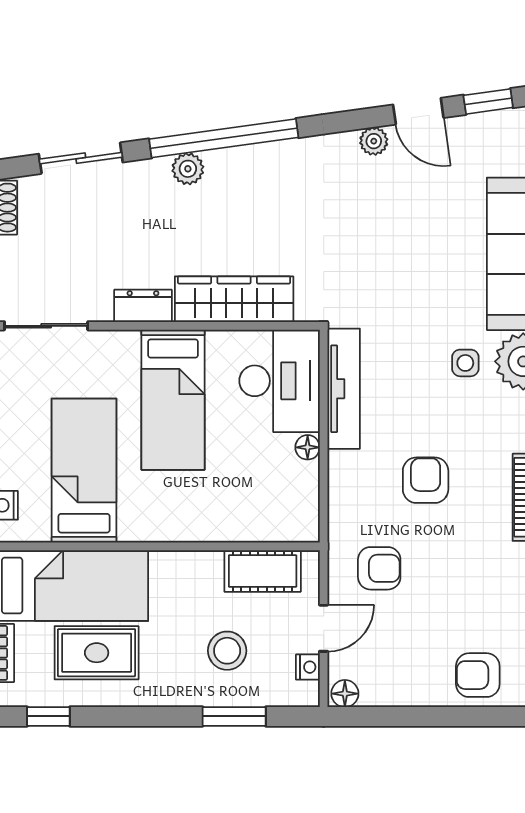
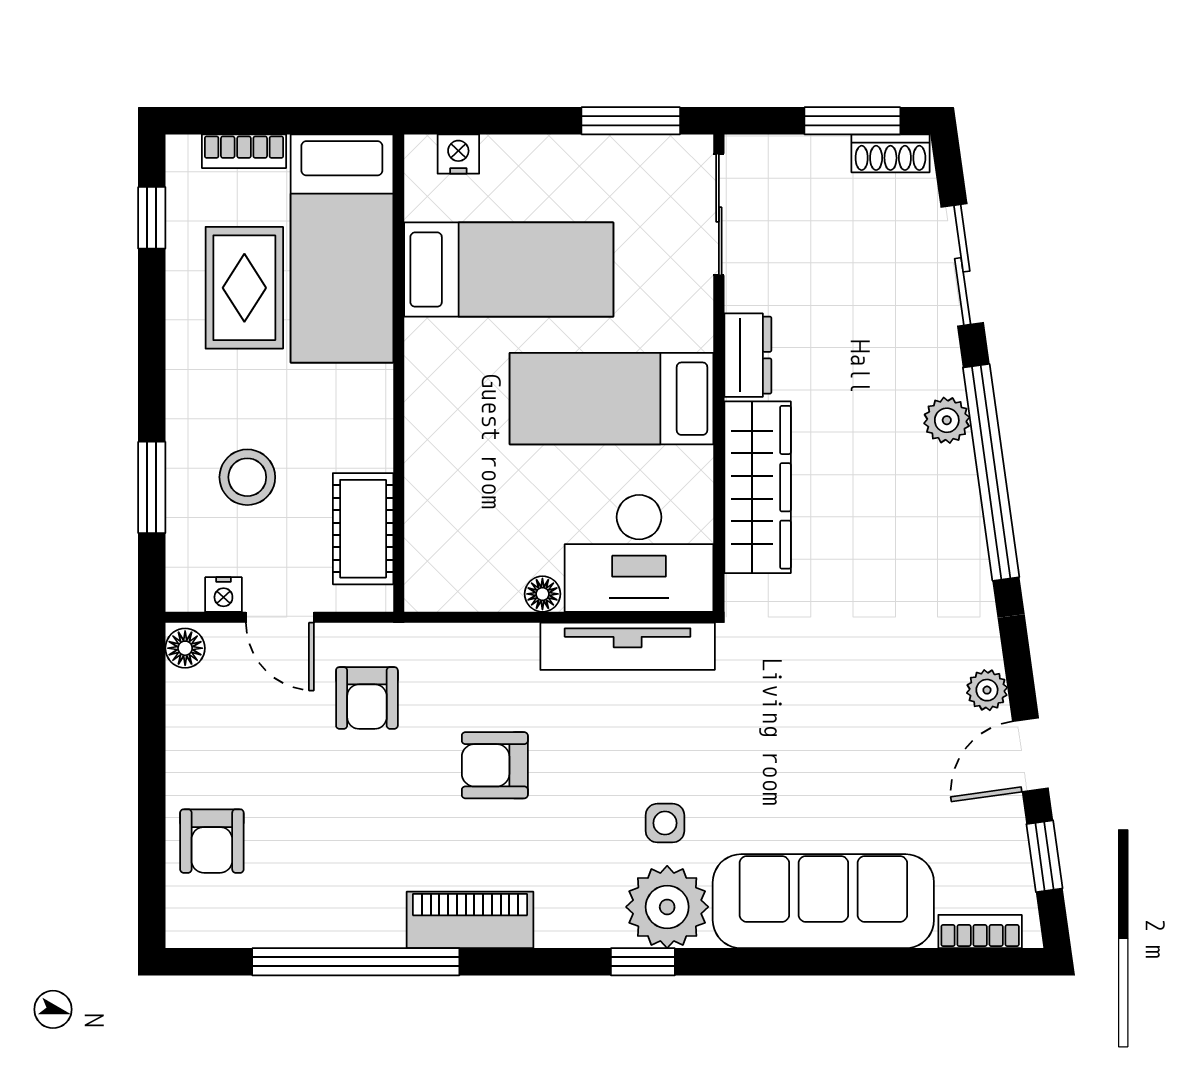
armchair: (426, 480) -> (495, 765), turned 180
armchair: (478, 675) -> (212, 841), turned 180

